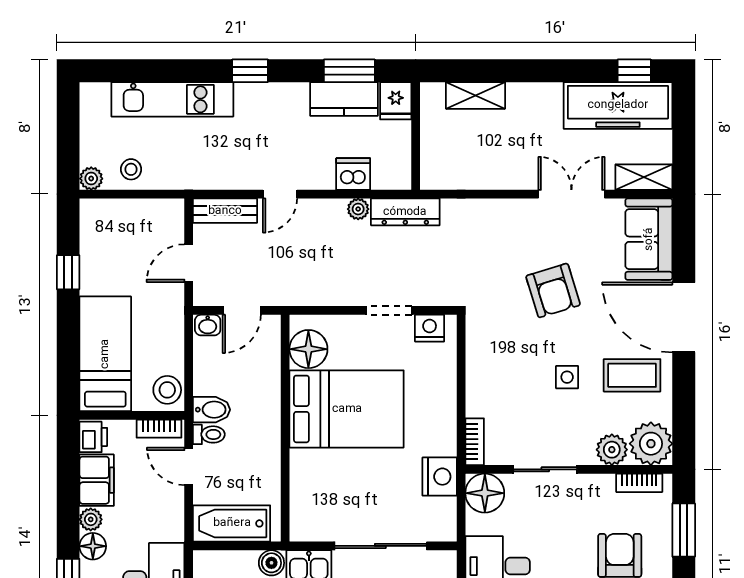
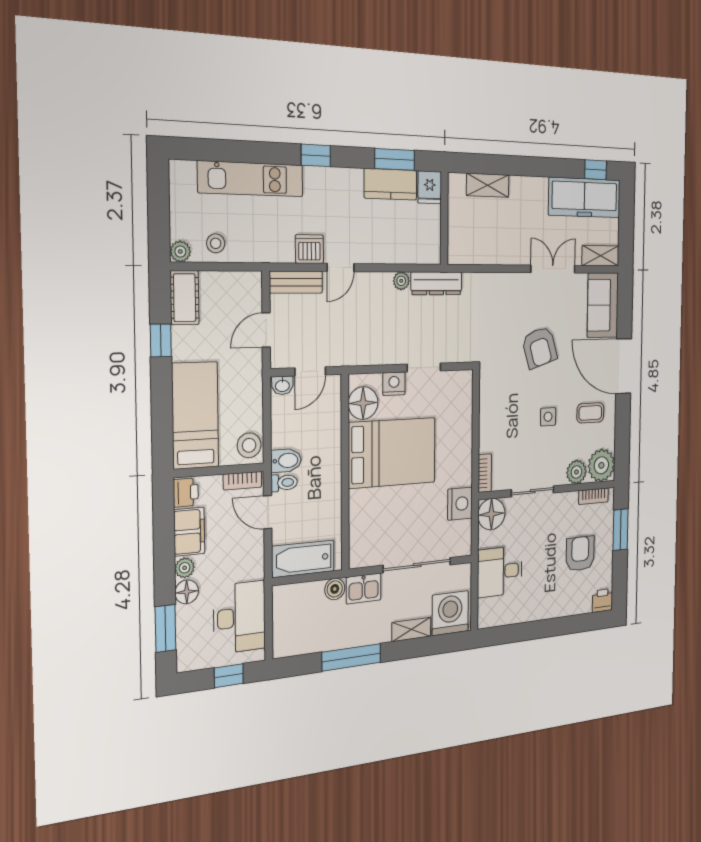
dishwasher: (353, 174) -> (309, 249), moved
cot: (95, 227) -> (185, 298), added
nightstand: (430, 328) -> (394, 384), moved
coffee table: (632, 375) -> (590, 413), width x0.73, depth x0.77

